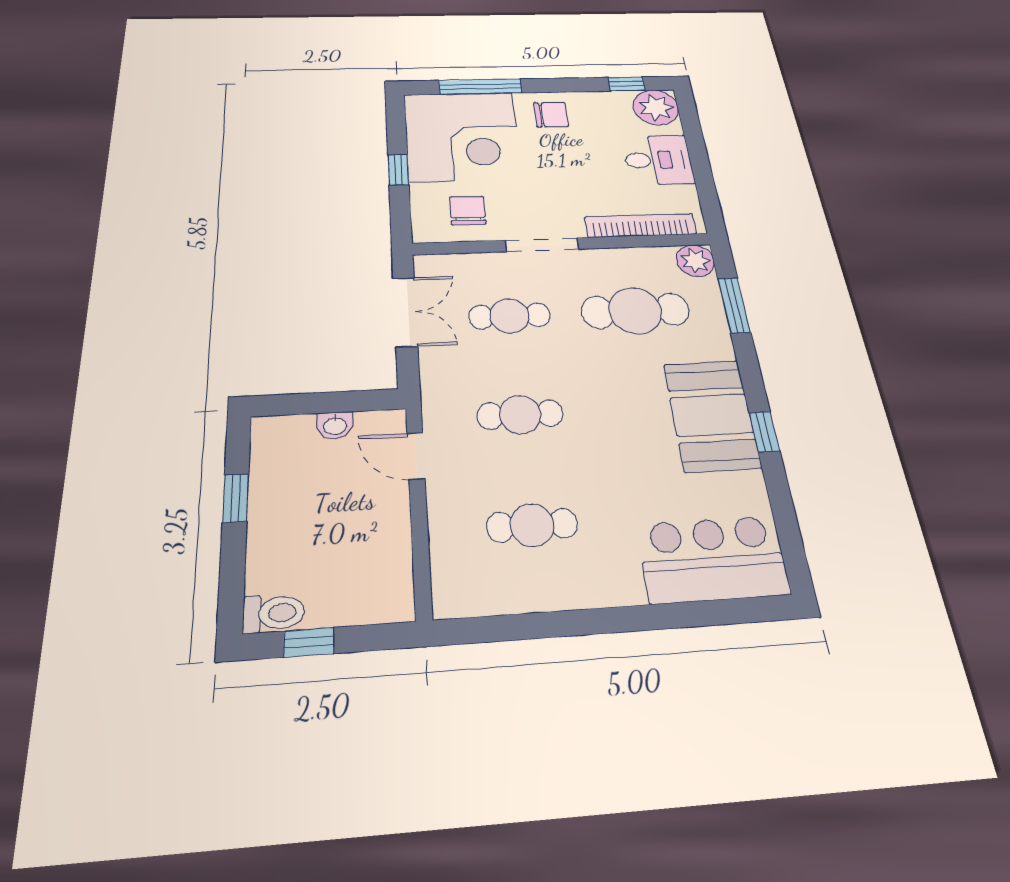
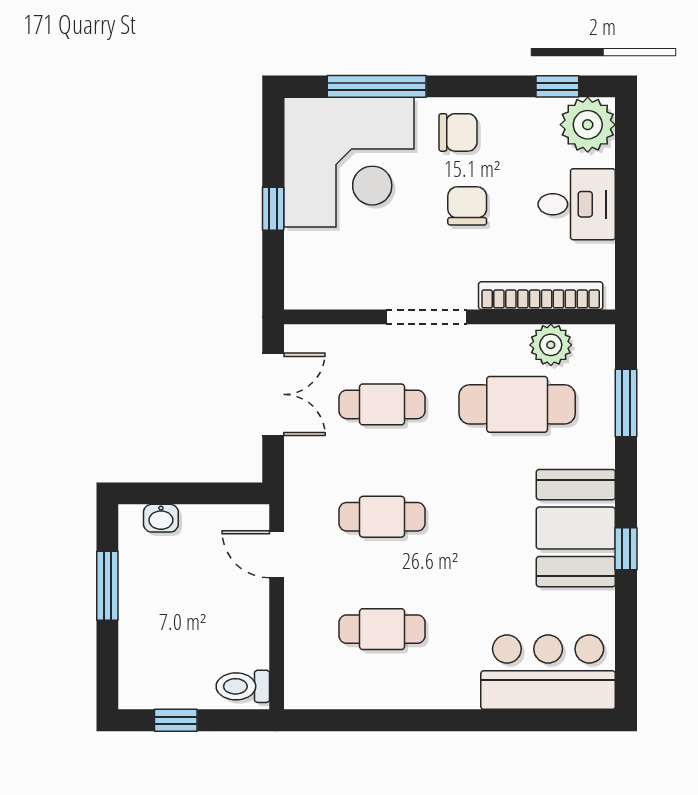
chair: (468, 211) -> (467, 206), moved
plant: (695, 261) -> (551, 345), moved
washbasin: (335, 425) -> (161, 518), moved
window: (236, 498) -> (107, 586), width x1.50
toilet: (274, 613) -> (243, 686), moved, turned 180

